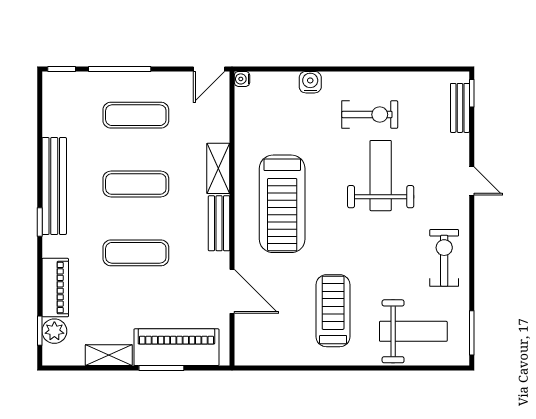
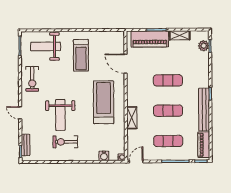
water cooler: (310, 82) -> (104, 156), moved
bench: (219, 223) -> (131, 94), removed
piano: (55, 288) -> (204, 145), moved

